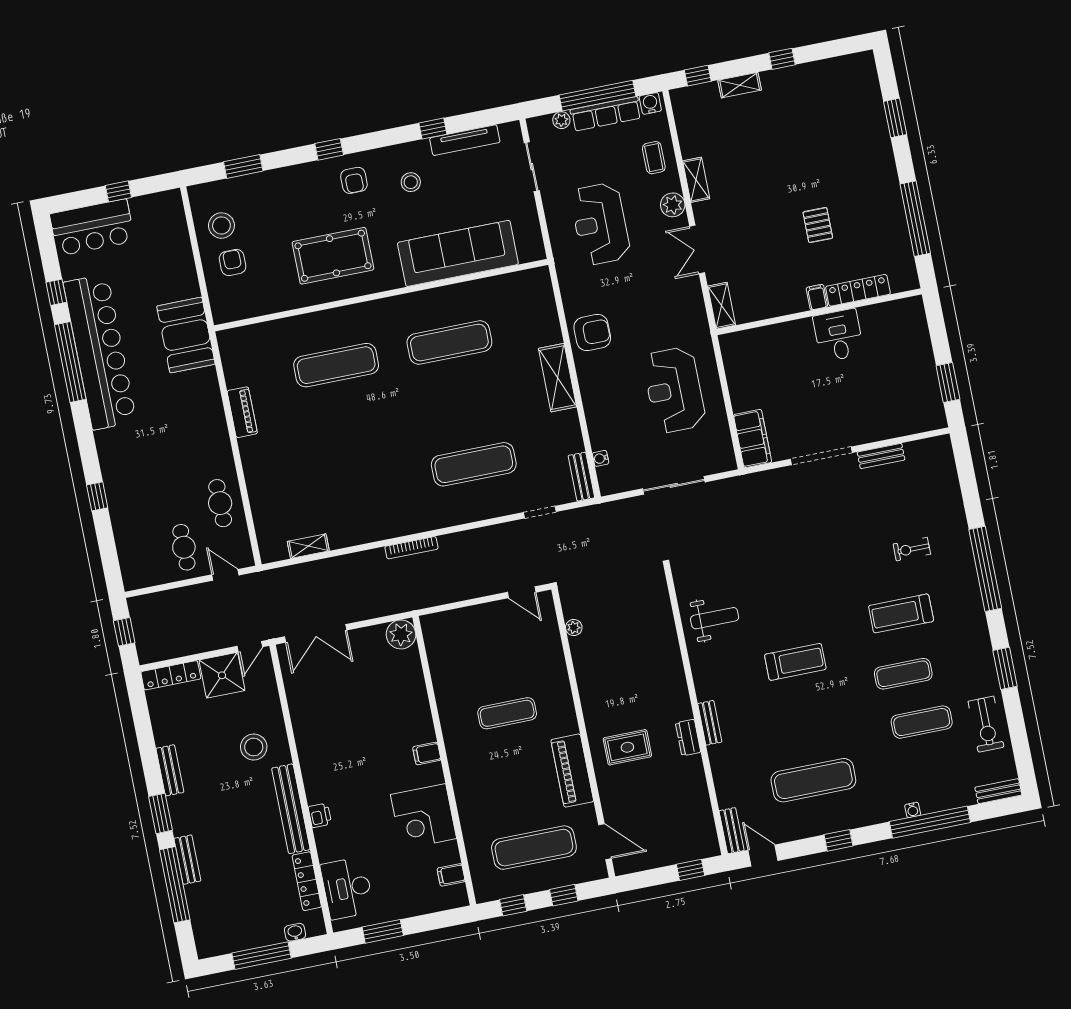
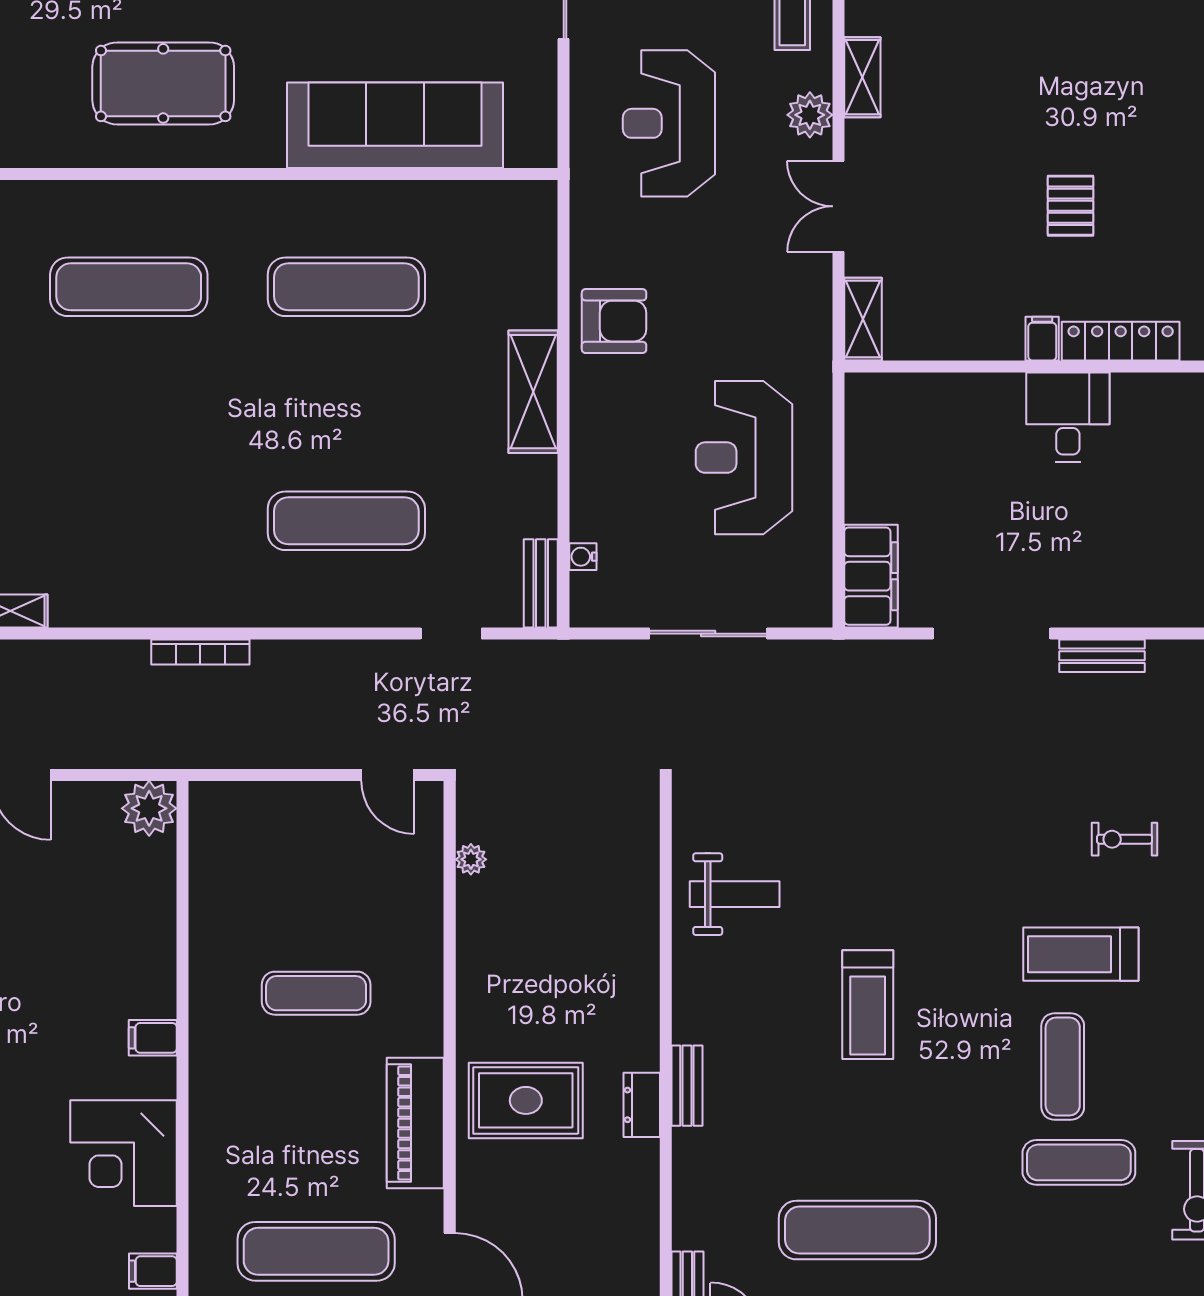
treadmill: (795, 662) -> (868, 1005), turned 90
exercise mat: (903, 674) -> (1063, 1066), turned 90
rug: (627, 747) -> (526, 1100), width x1.36, depth x1.43

